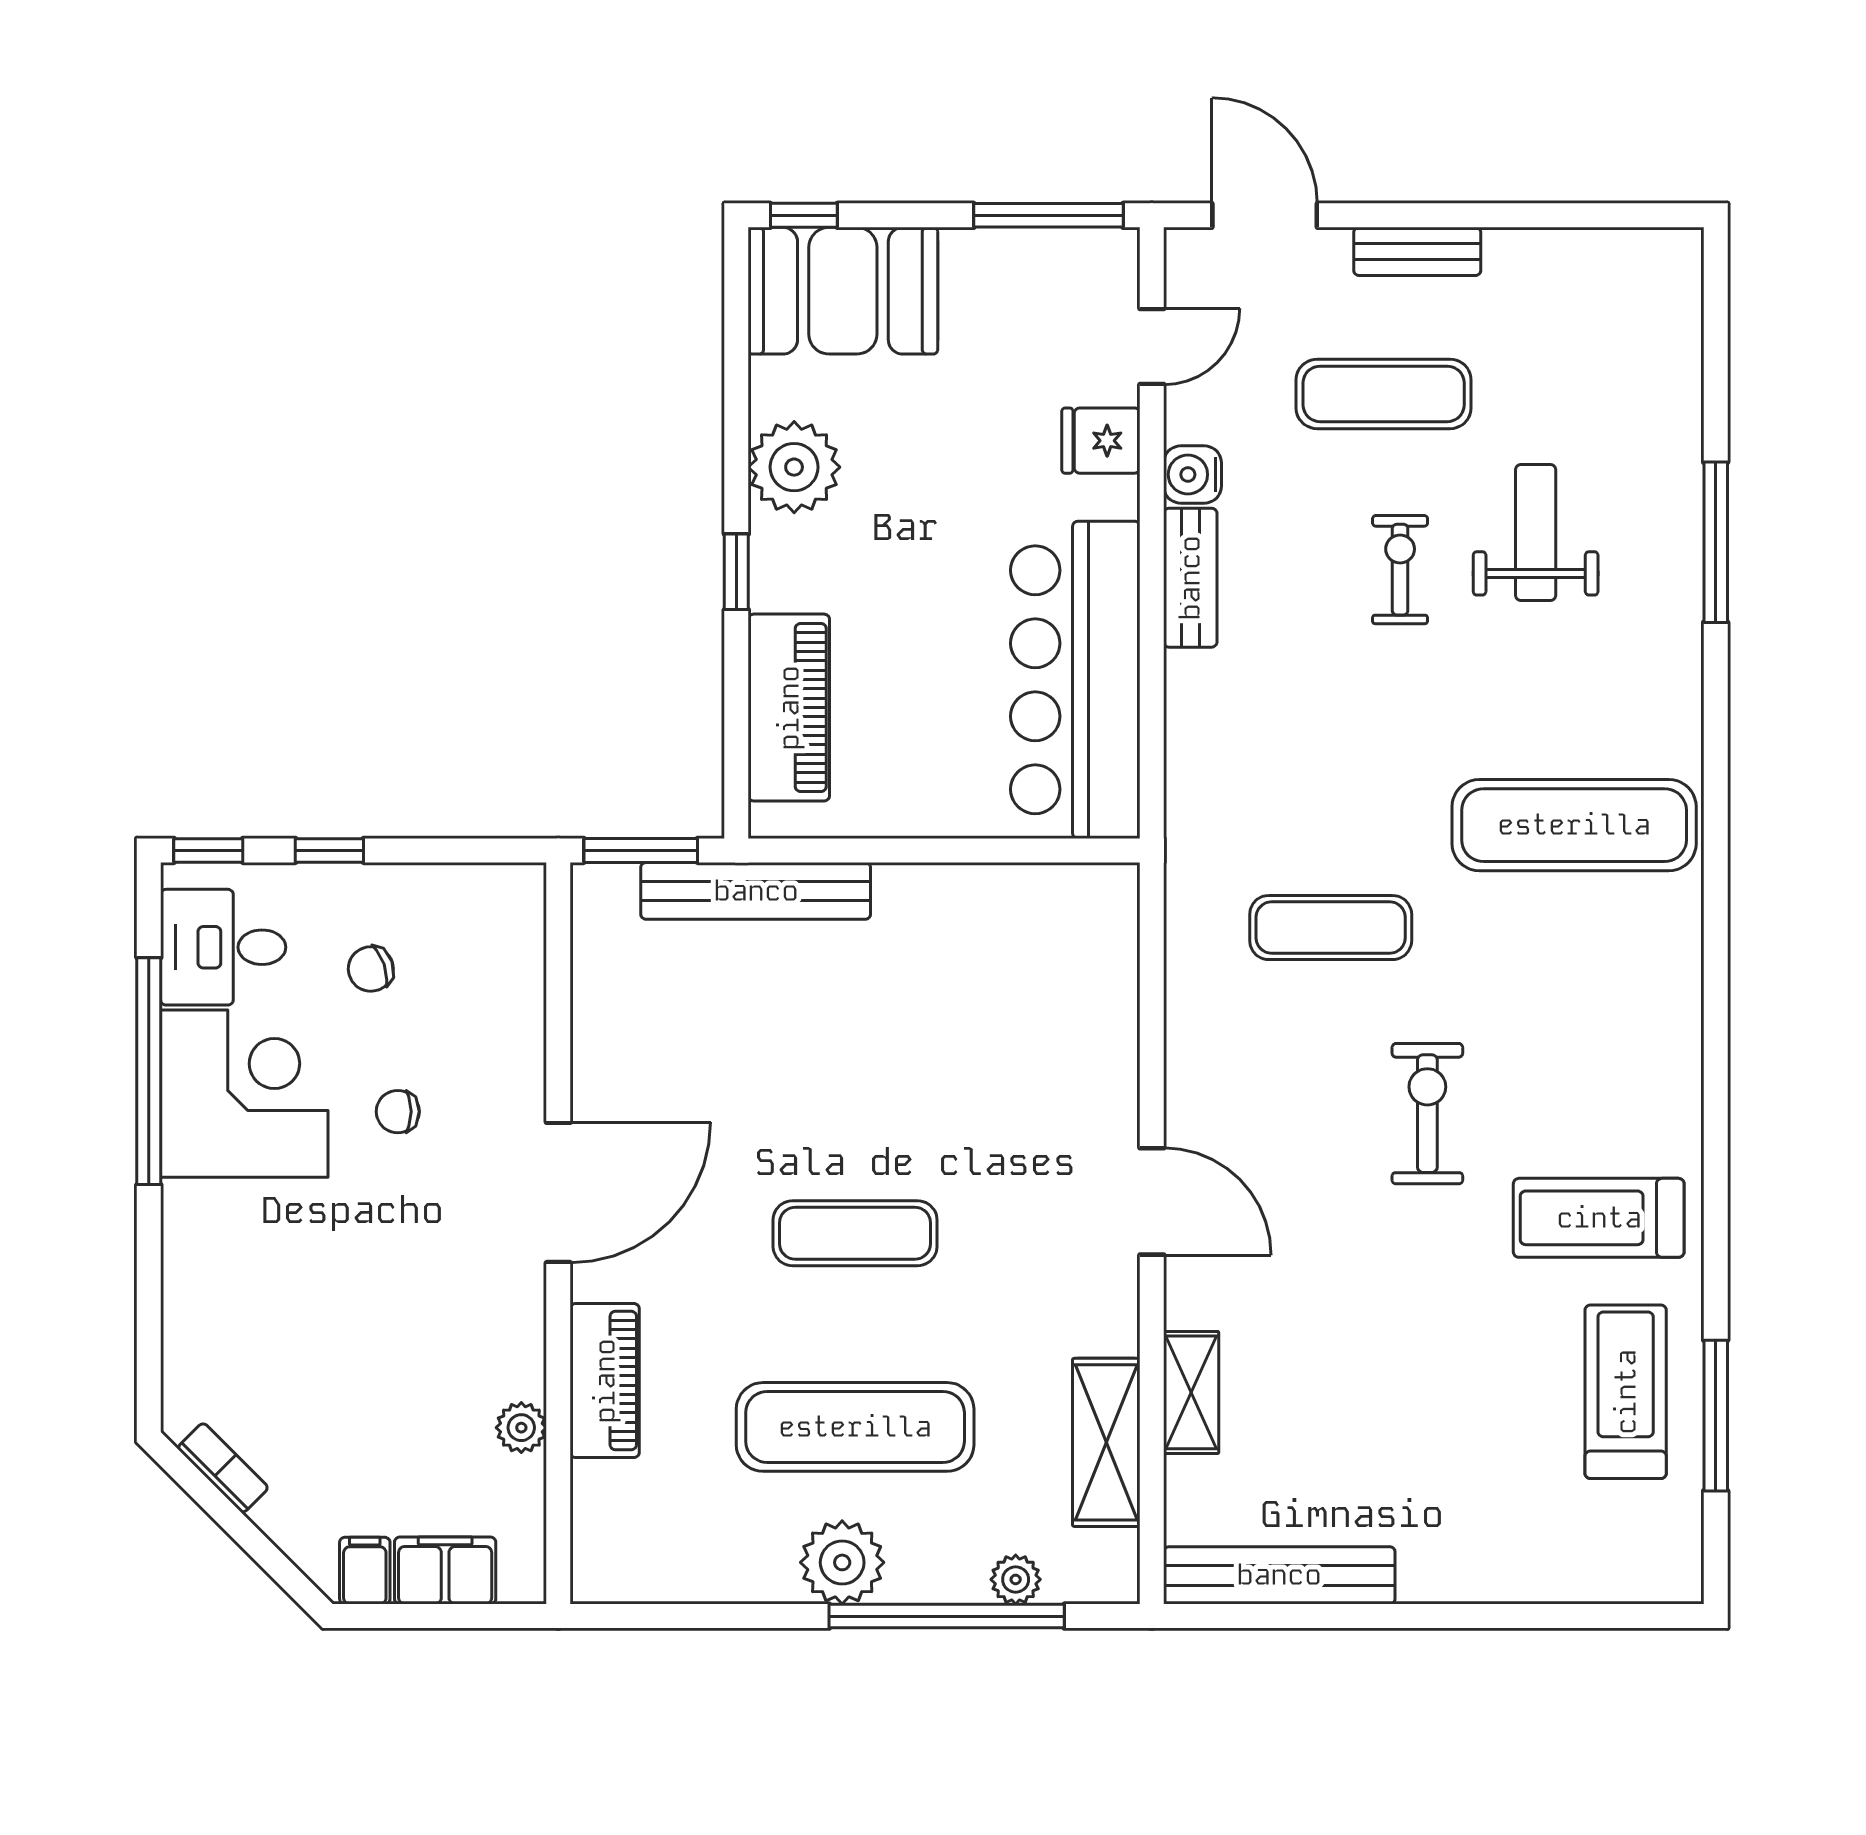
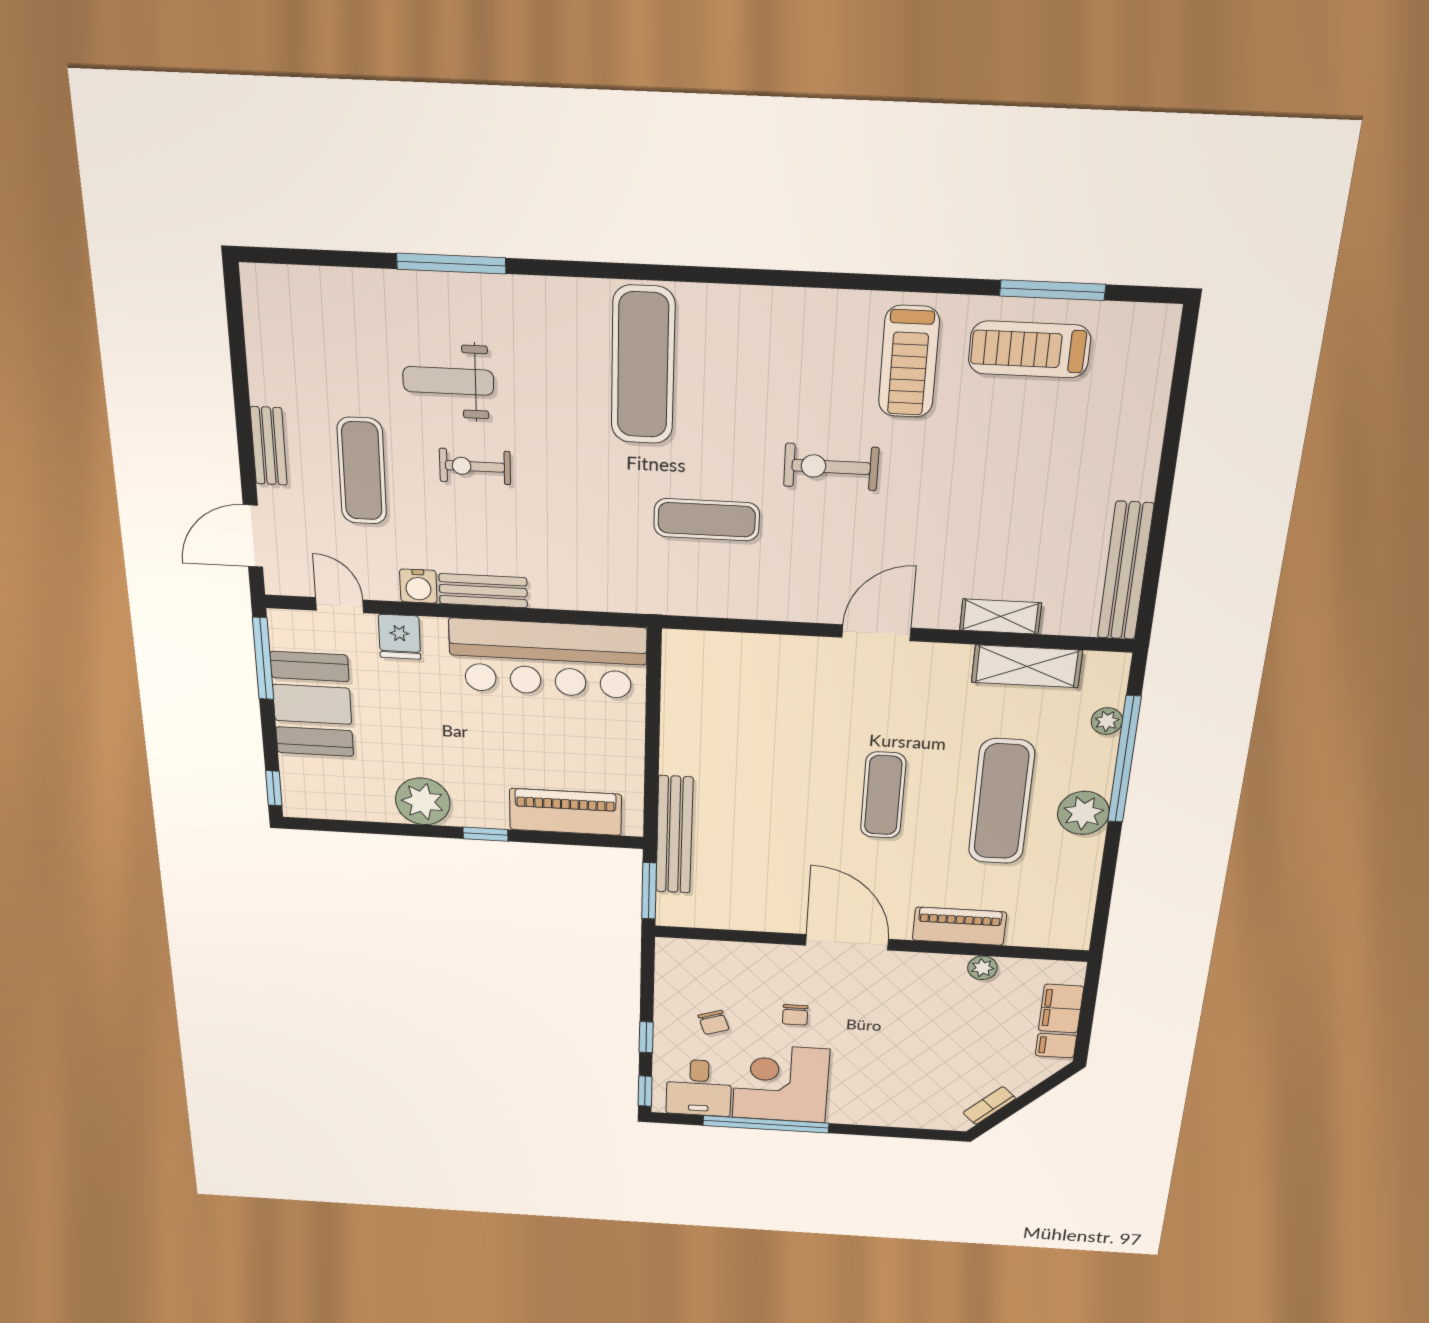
booth: (843, 291) -> (312, 704), moved
exercise mat: (1331, 928) -> (707, 520), turned 90

